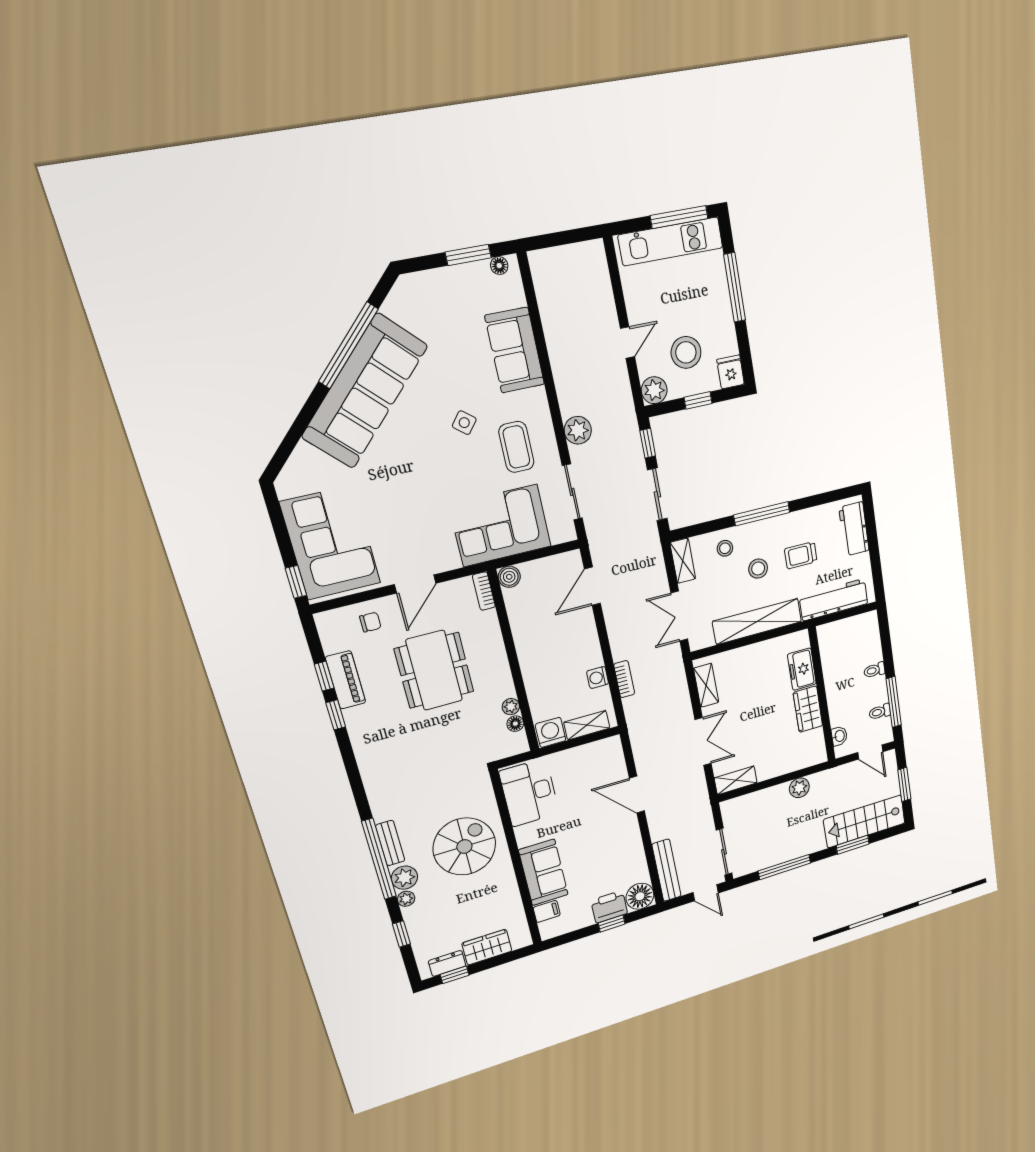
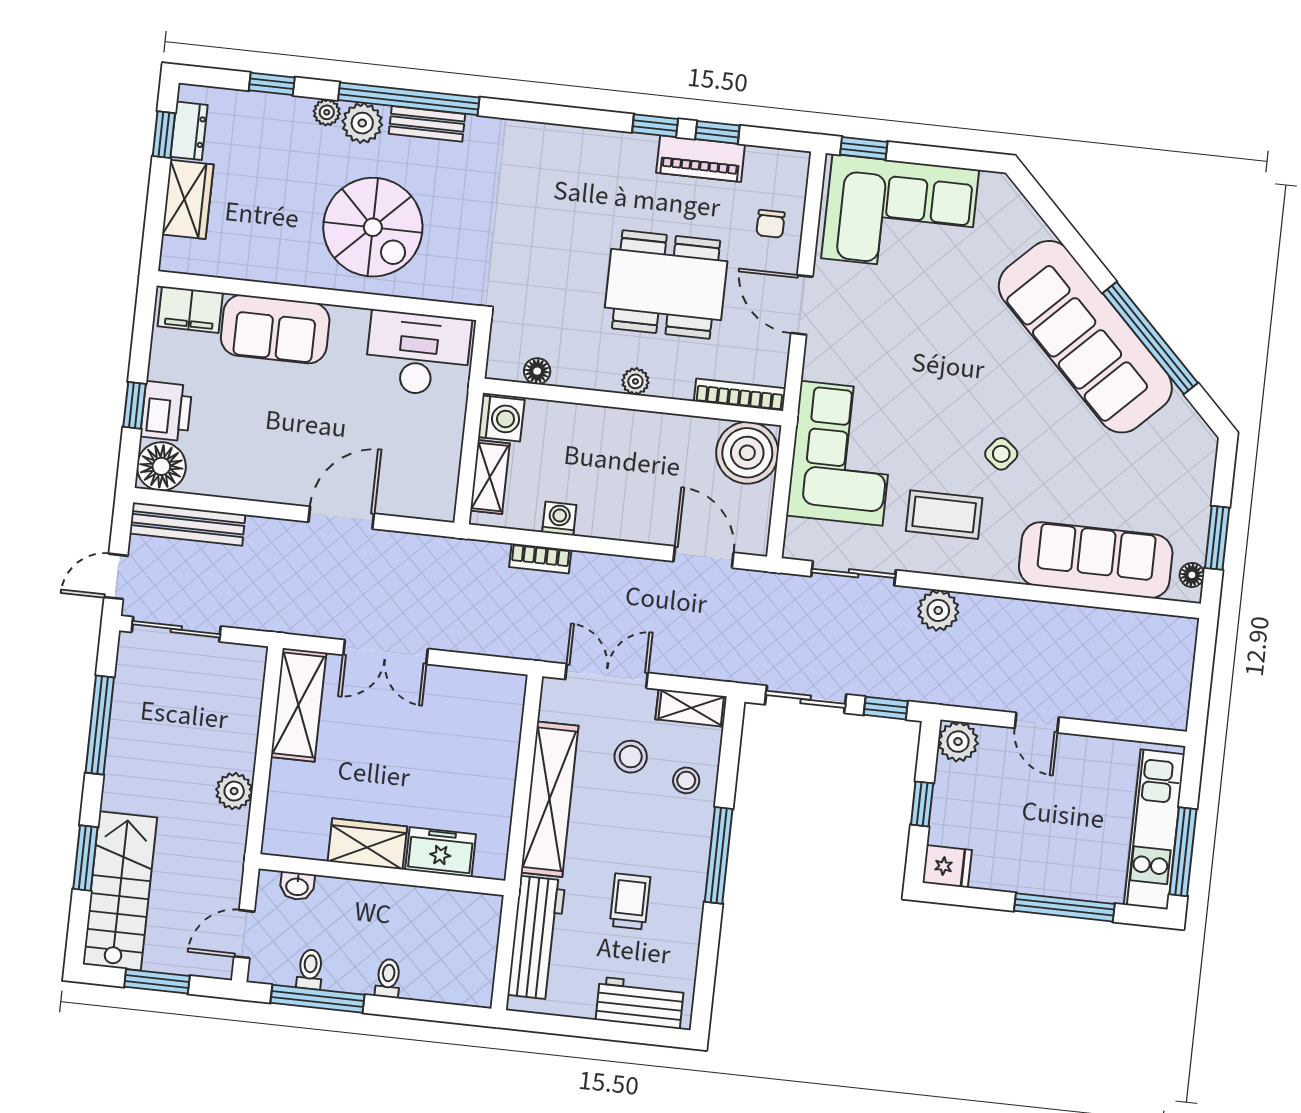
sofa: (515, 350) -> (1096, 560), width x1.36
stool: (686, 352) -> (996, 806), removed
stool: (758, 569) -> (631, 757), moved
boiler: (509, 577) -> (747, 453), width x1.86, depth x1.86
bookcase: (484, 591) -> (740, 395), width x1.56
shelving: (706, 685) -> (478, 685), removed
plant: (511, 707) -> (635, 381), moved
shelving: (736, 780) -> (298, 705), width x1.50, depth x1.33
filing cabinet: (547, 911) -> (190, 310), width x2.00

